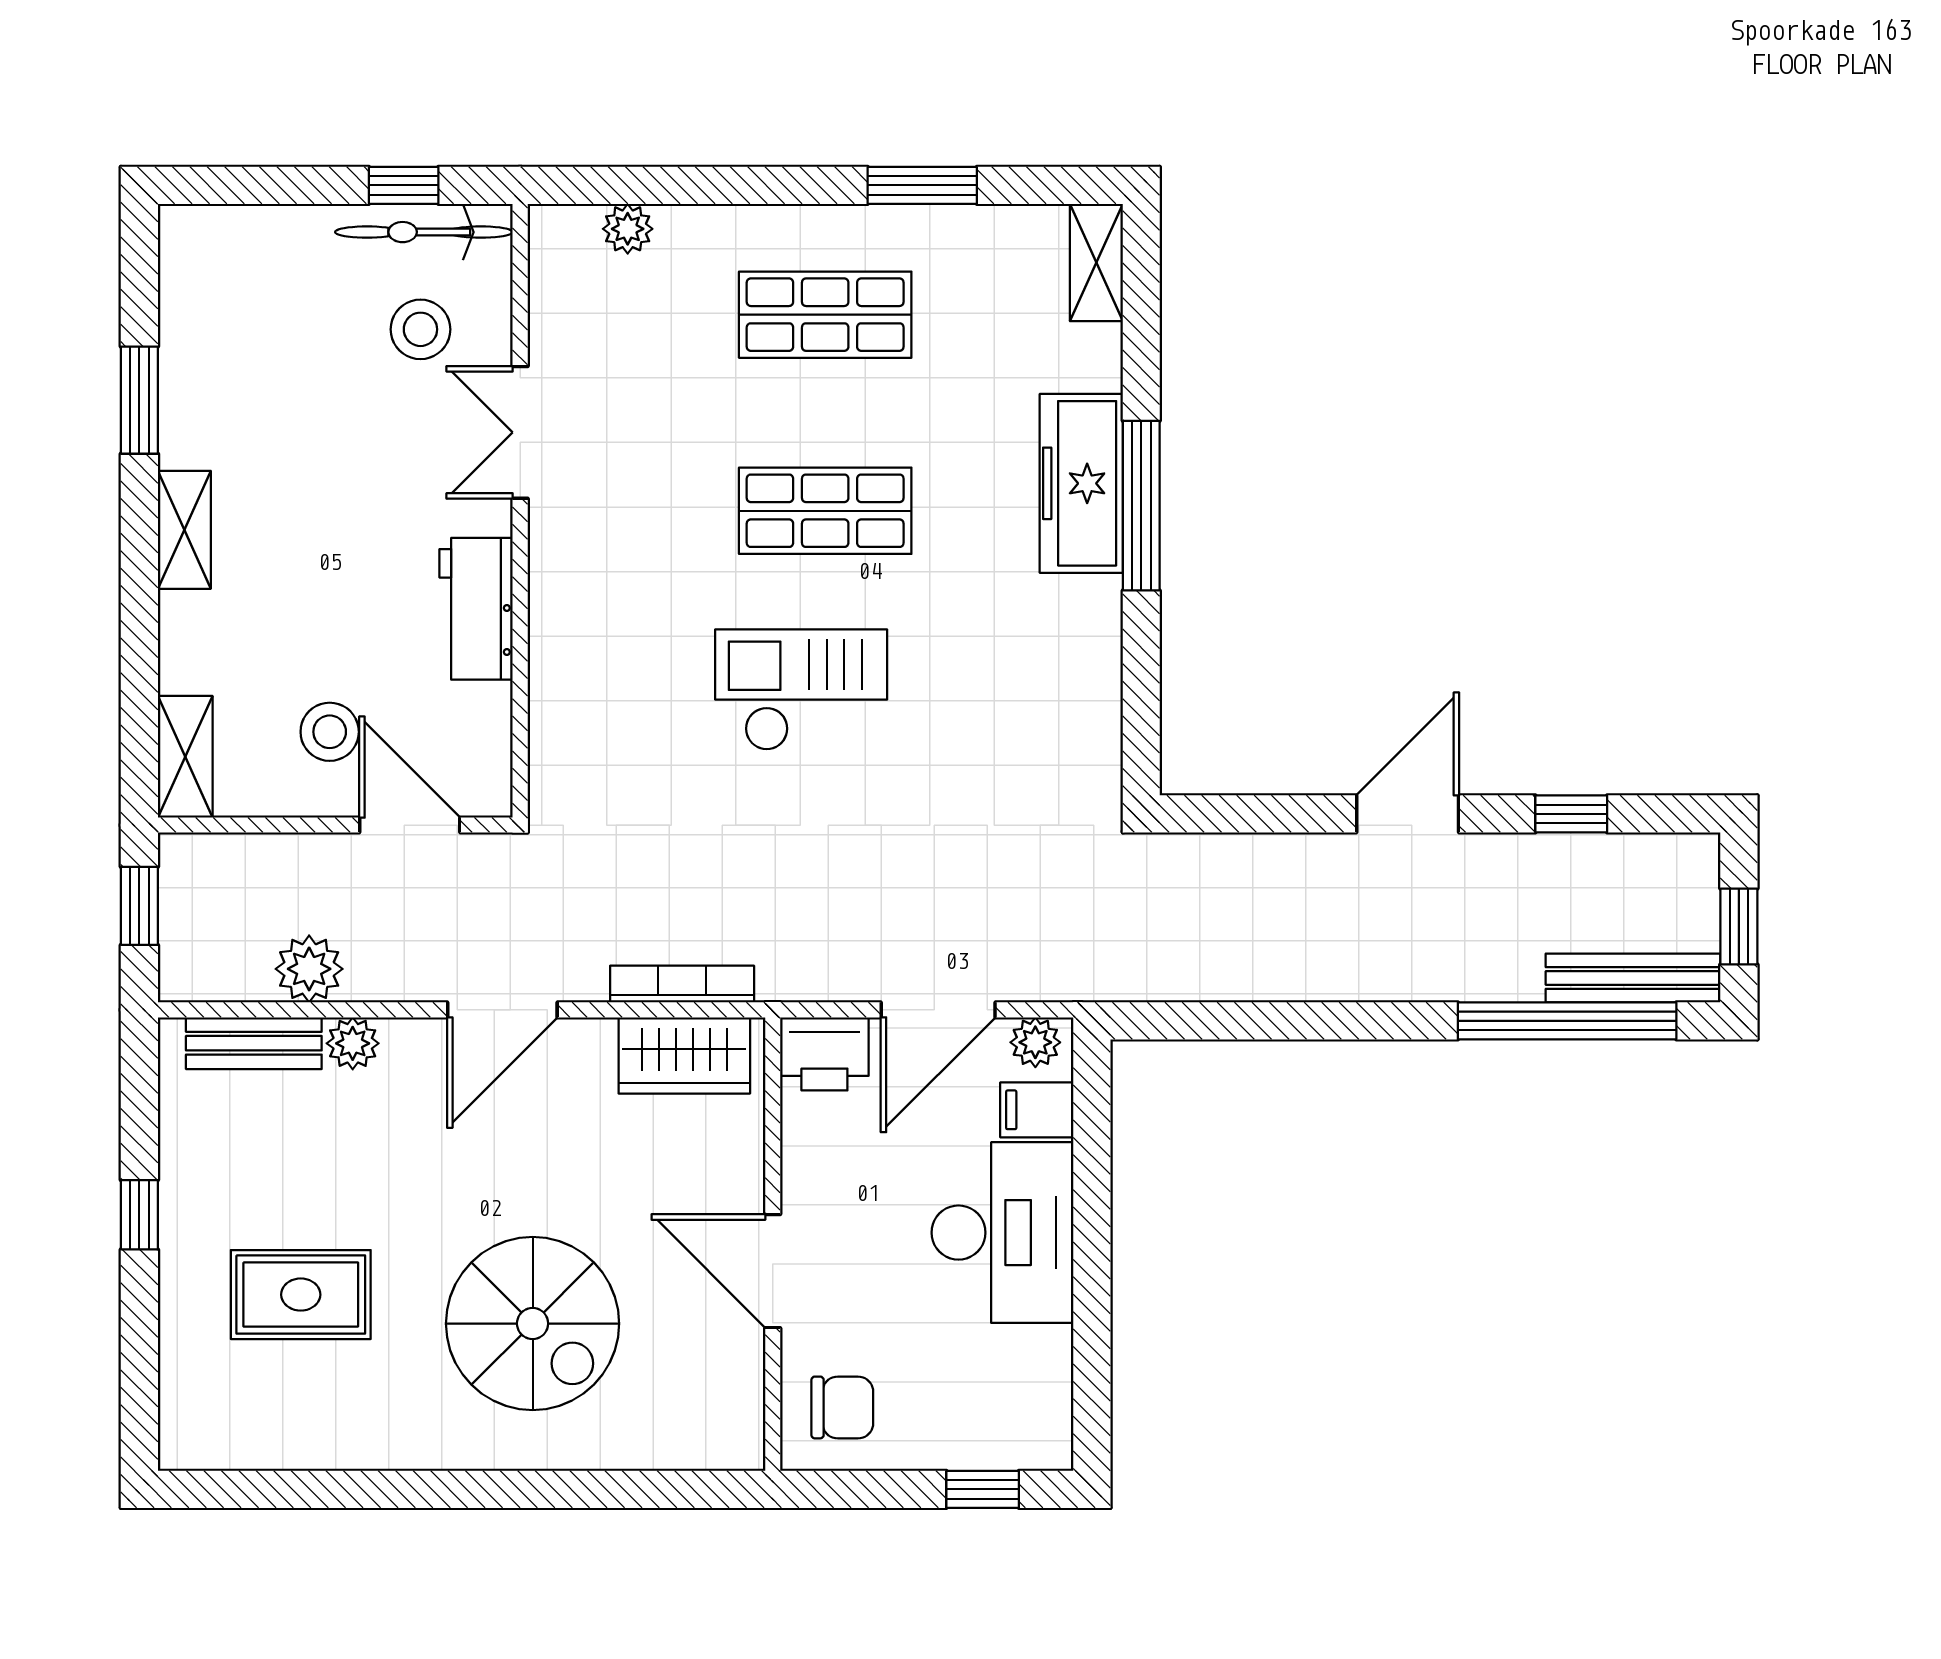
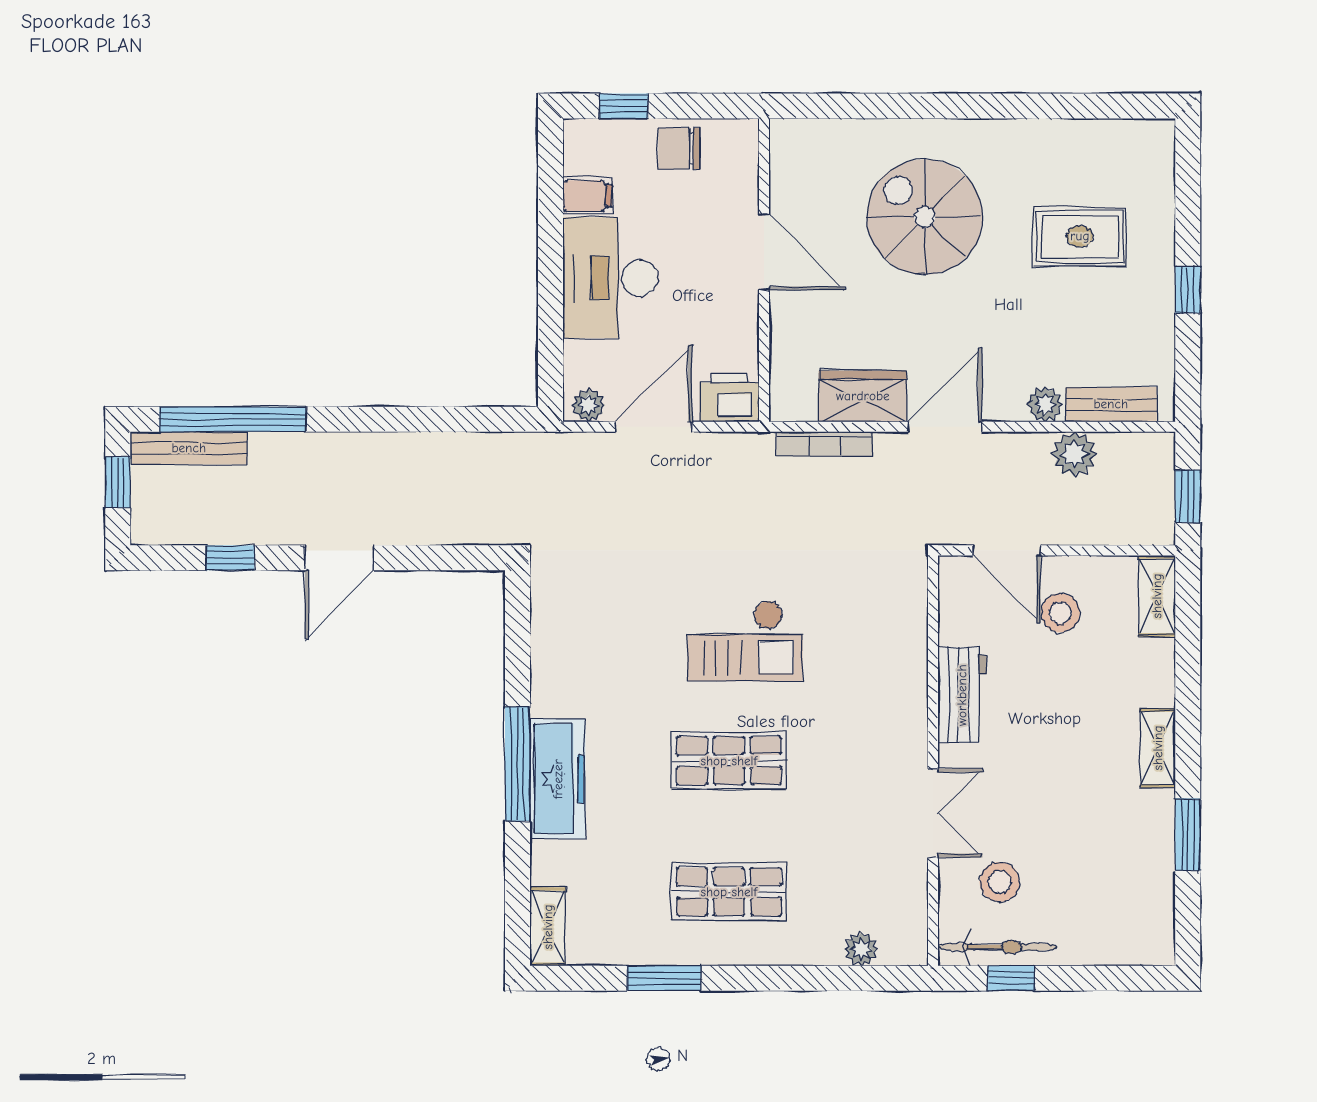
wardrobe: (684, 1055) -> (863, 396), moved
filing cabinet: (1037, 1110) -> (587, 196), moved
chair: (842, 1407) -> (679, 148), moved

